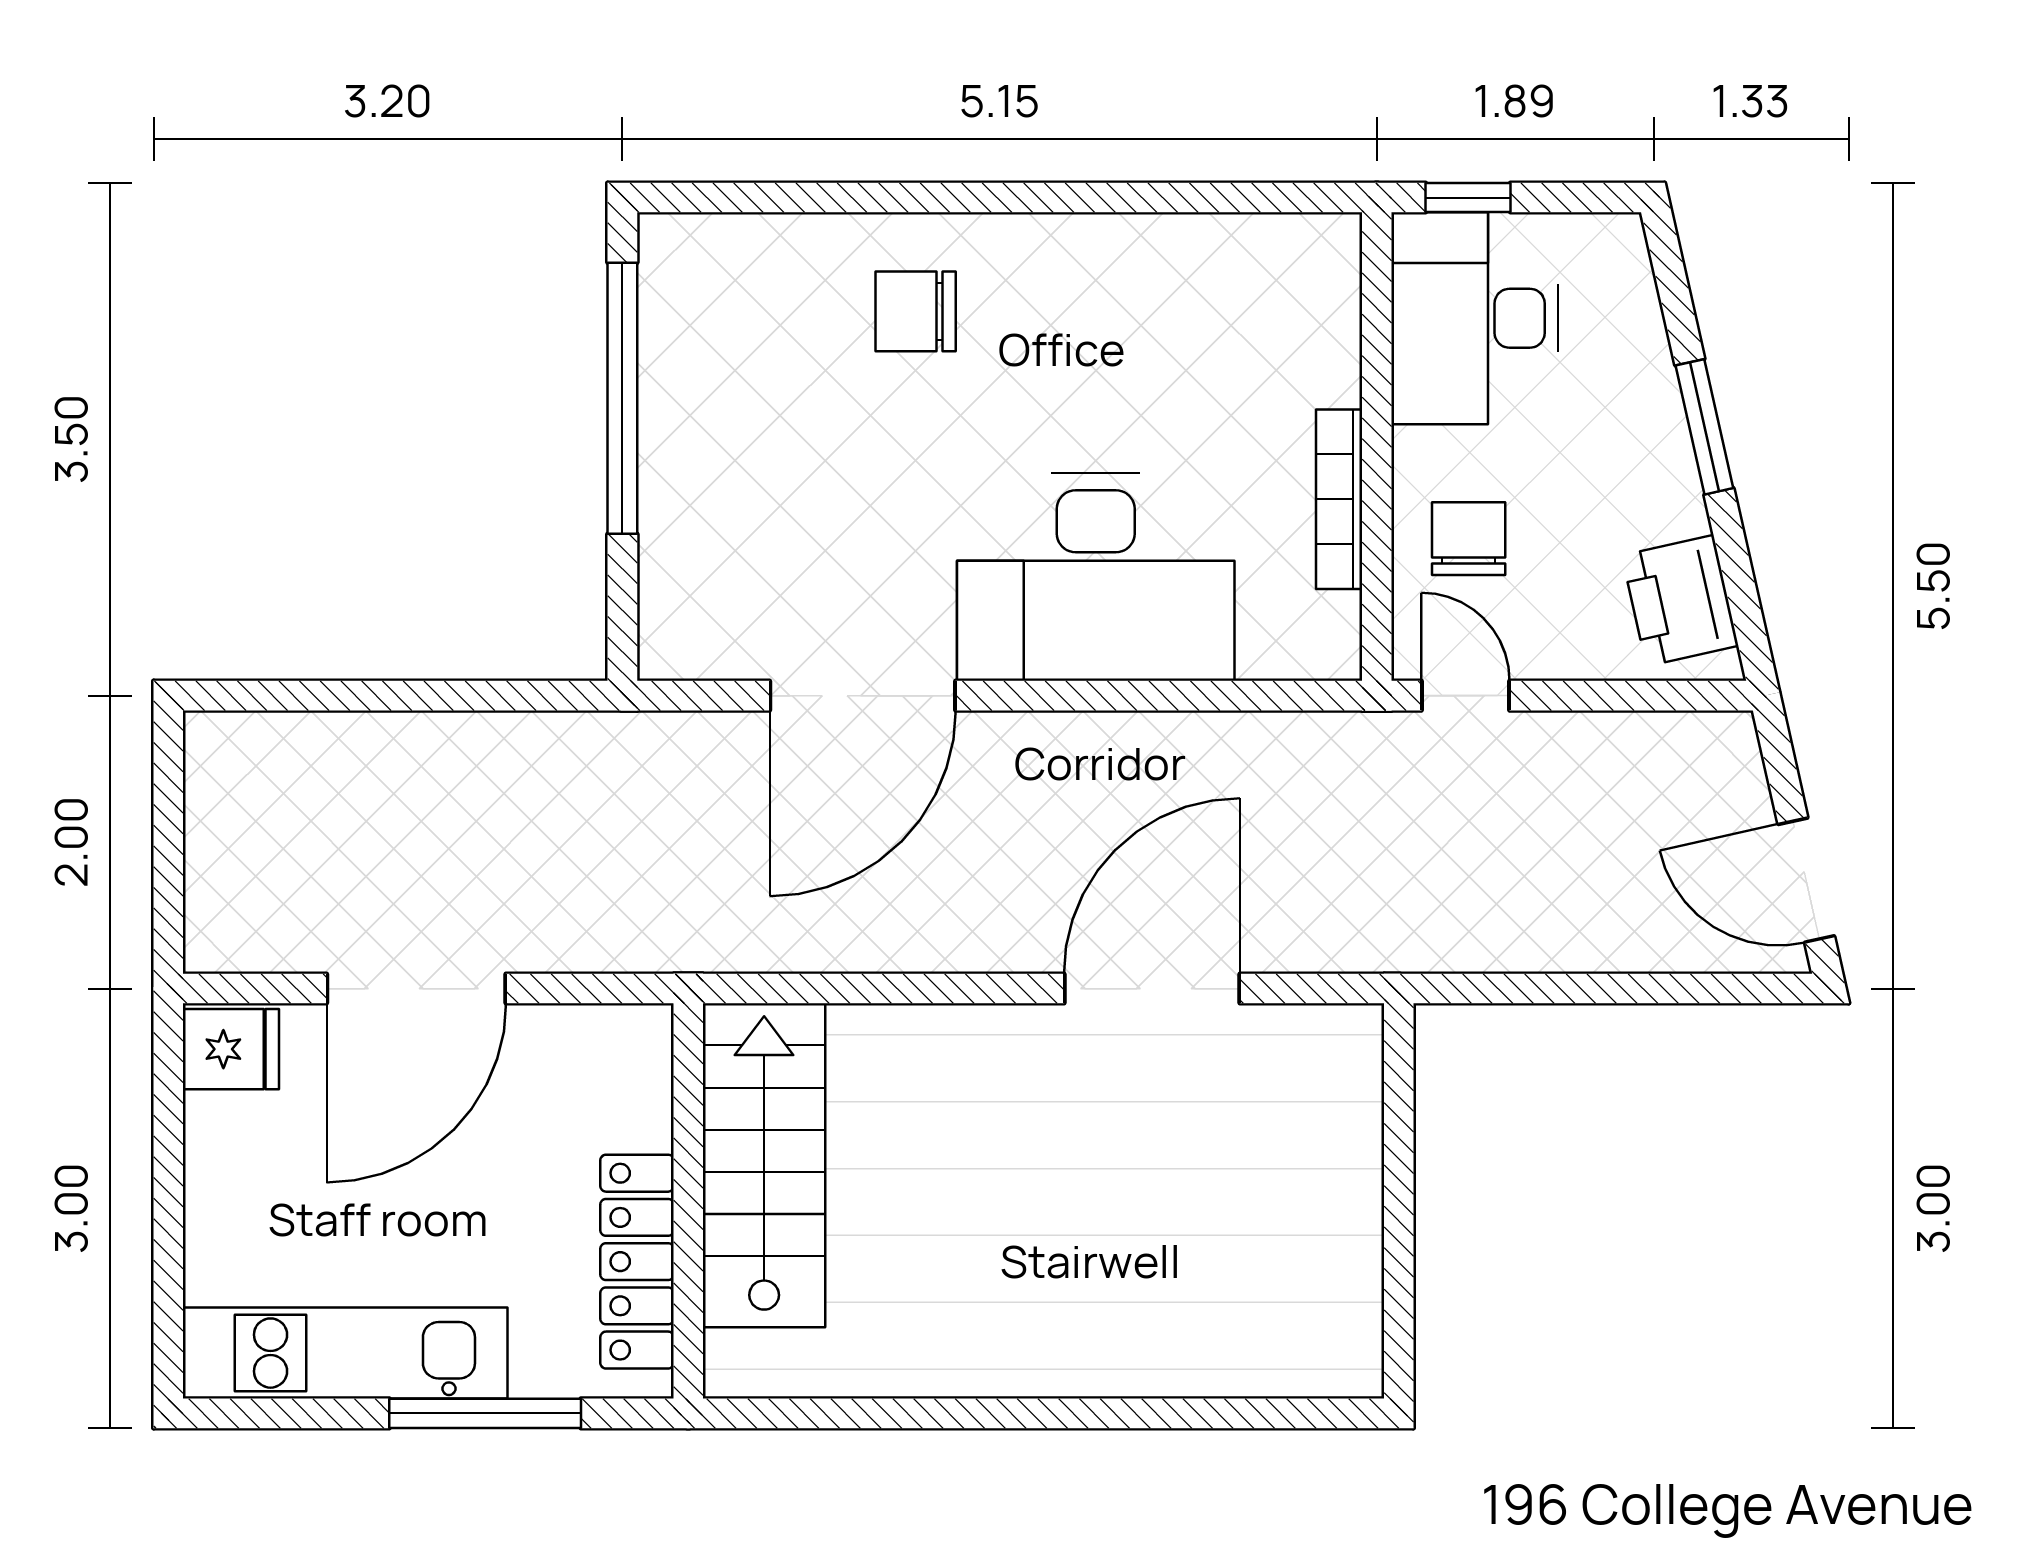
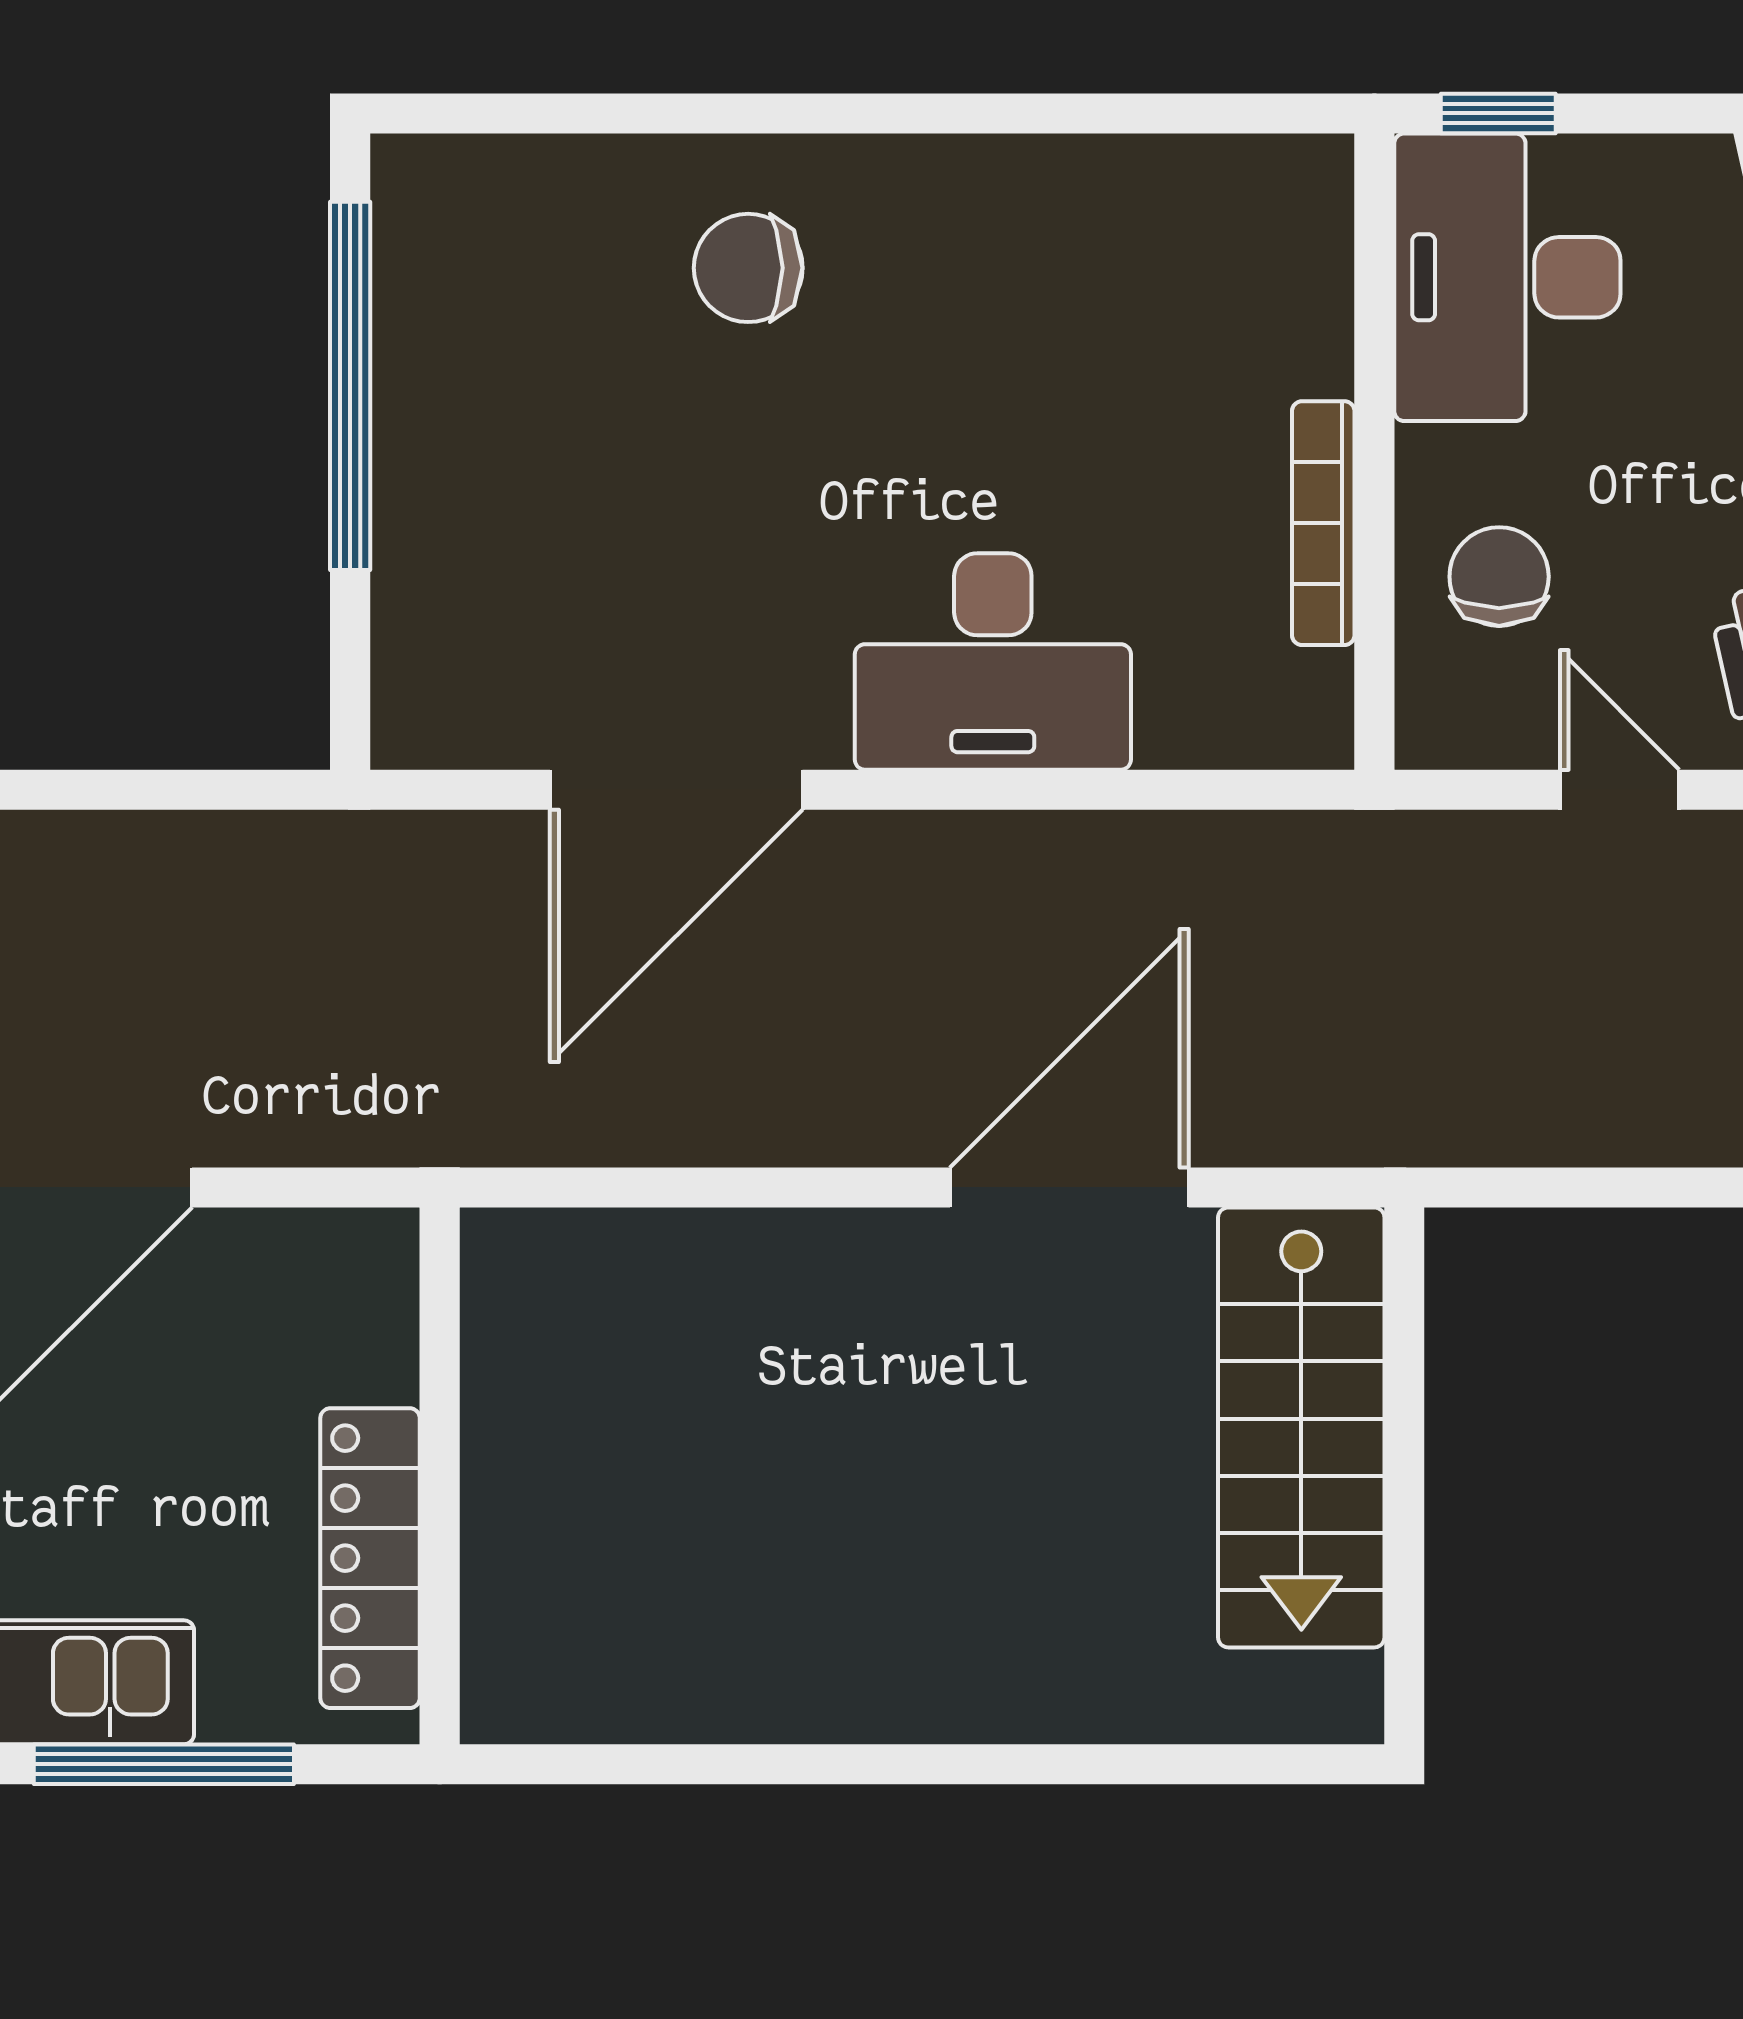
desk: (1096, 577) -> (993, 661), width x0.73, depth x0.77
door: (1466, 696) -> (1620, 790), moved
stairs: (764, 1165) -> (1301, 1427), moved, turned 180

